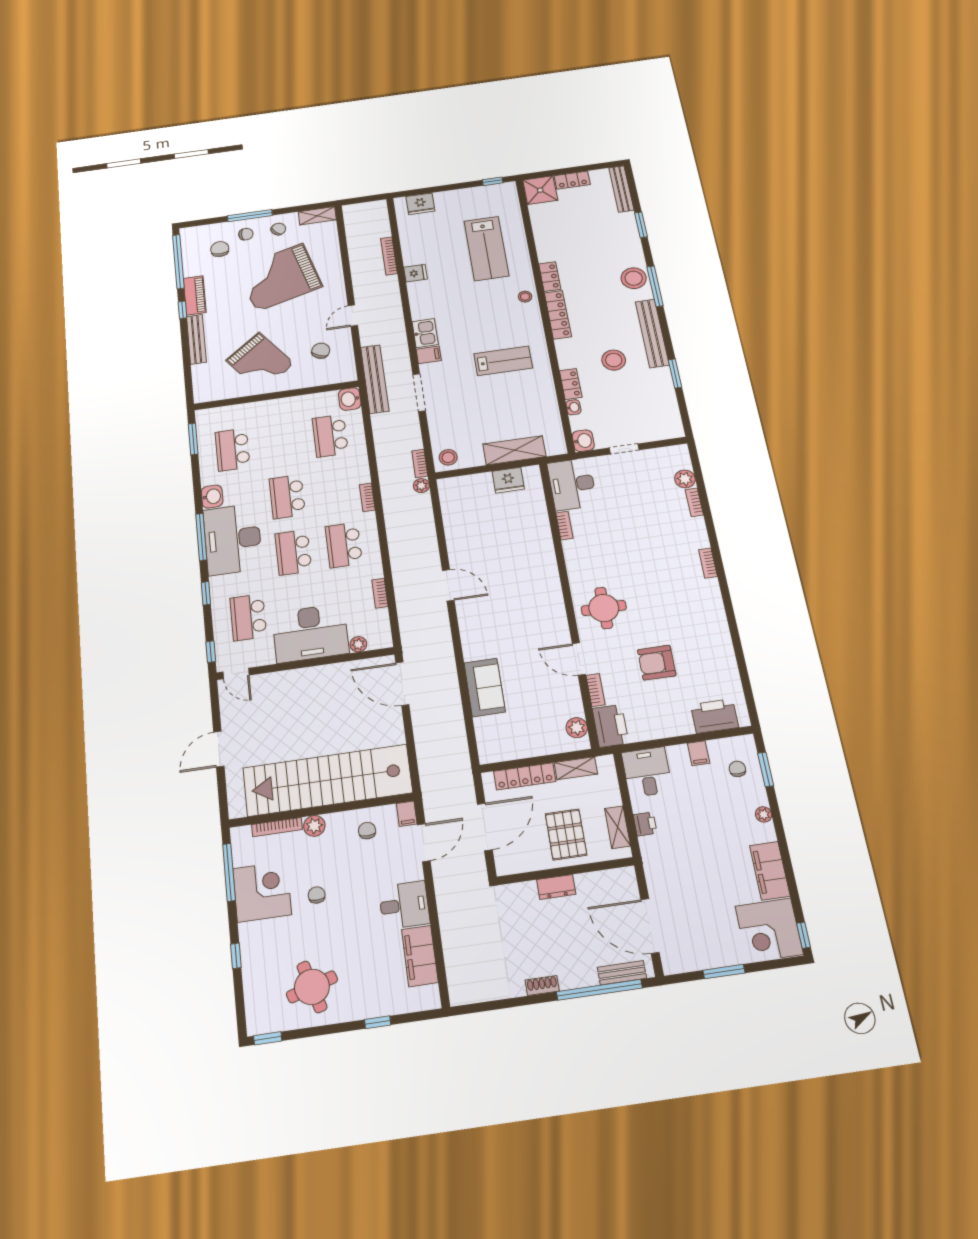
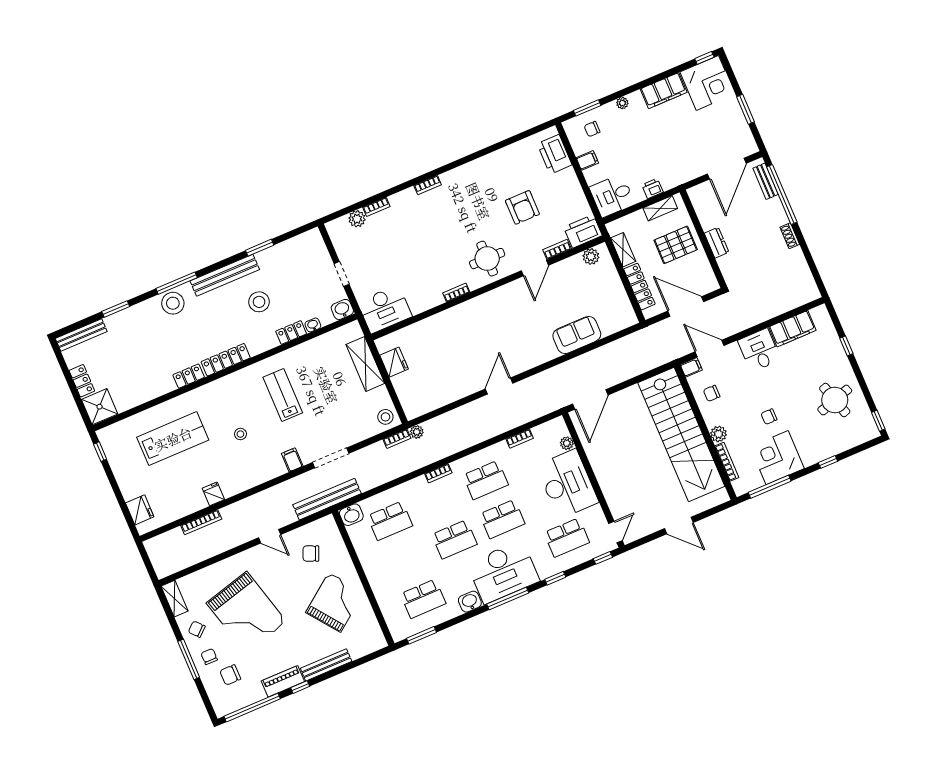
stool: (525, 297) -> (240, 434), moved
kitchen sink: (425, 333) -> (272, 469), removed
bookcase: (564, 526) -> (456, 292), moved

